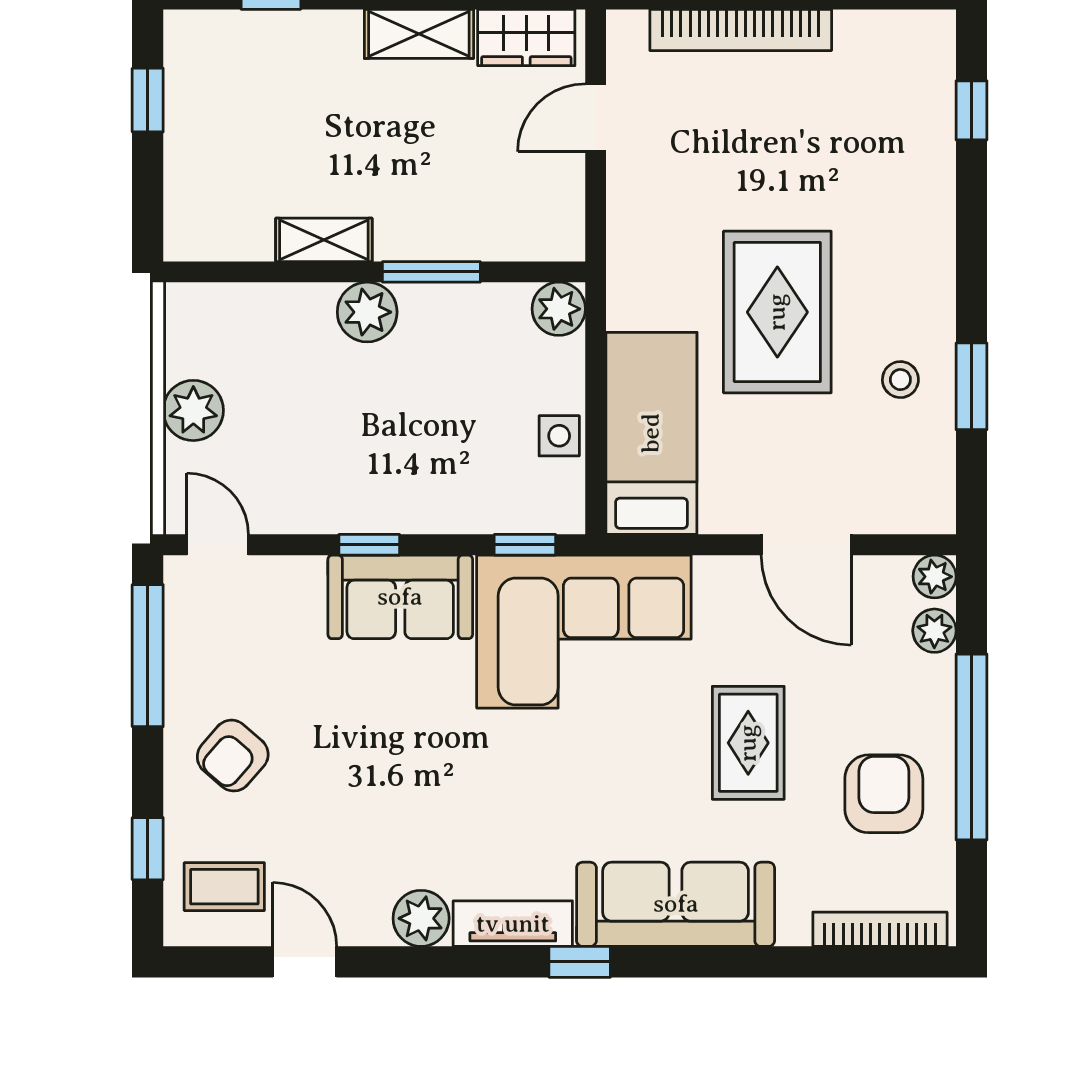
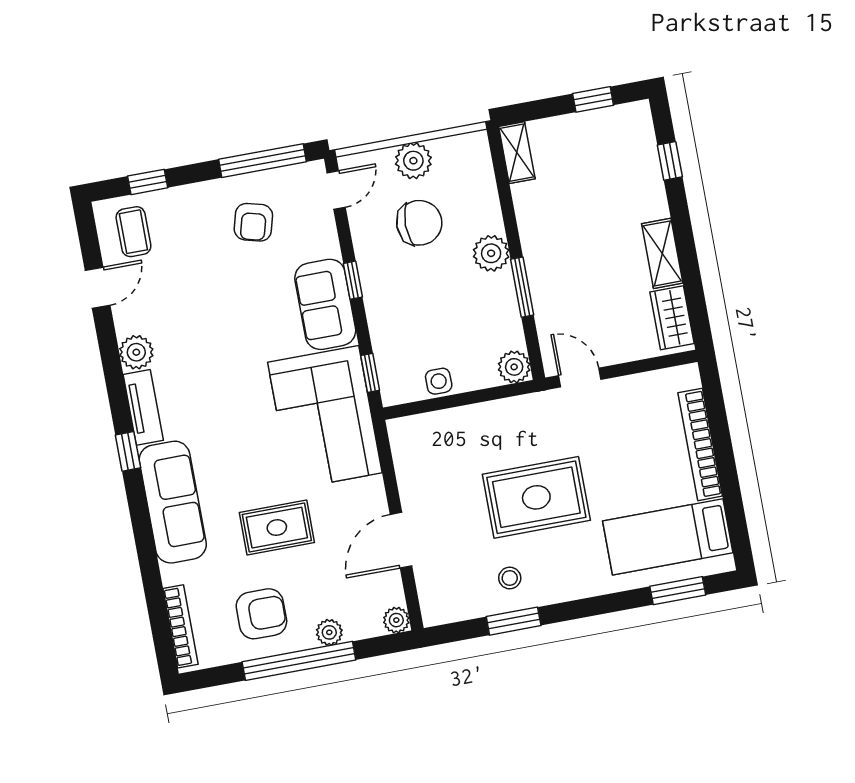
window: (972, 110) -> (678, 591), width x1.50
door: (596, 118) -> (580, 377), moved
shelving: (324, 240) -> (517, 153), moved
chair: (296, 420) -> (419, 223), added
bed: (651, 433) -> (668, 537), moved, turned 180
plant: (934, 631) -> (329, 632), moved
armchair: (233, 756) -> (253, 222), moved, turned -116

